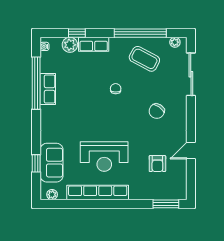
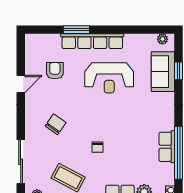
reception desk: (104, 157) -> (109, 78), turned 180
row of seats: (98, 192) -> (92, 41), moved
window: (166, 204) -> (76, 30), moved

